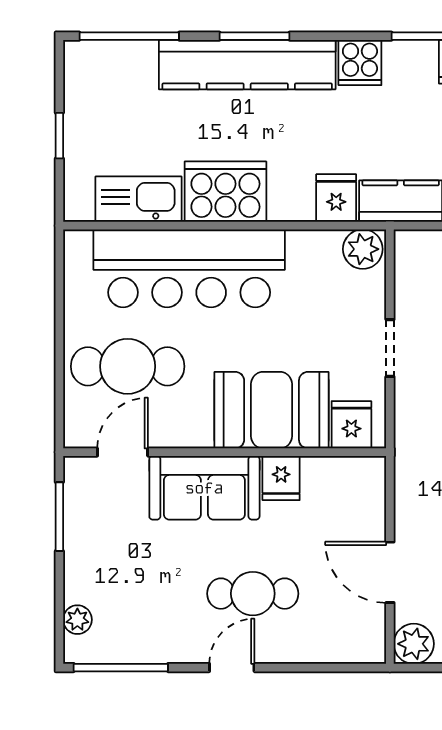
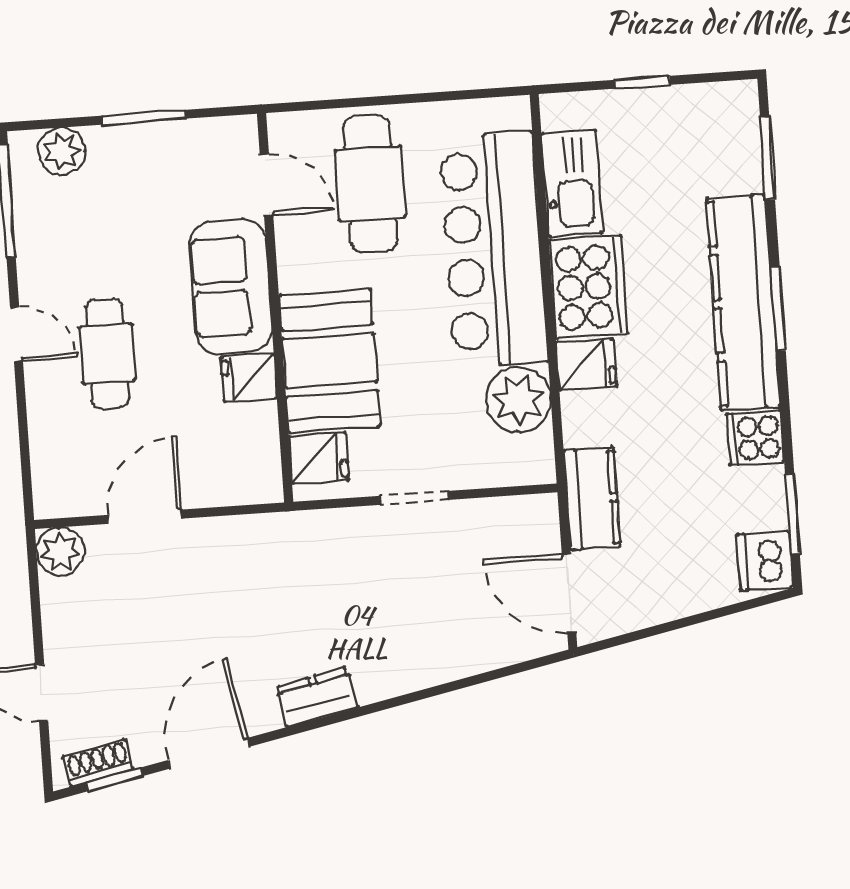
window: (129, 36) -> (768, 158), width x0.69
fridge: (336, 198) -> (586, 364), moved
plant: (363, 249) -> (518, 400), moved, width x1.36, depth x1.36
window: (59, 517) -> (144, 117), moved
plant: (77, 620) -> (62, 151), width x1.38, depth x1.38

